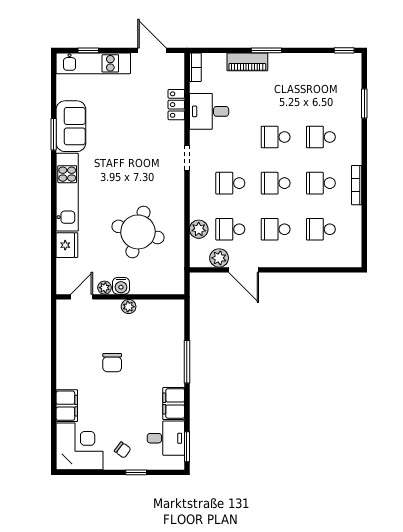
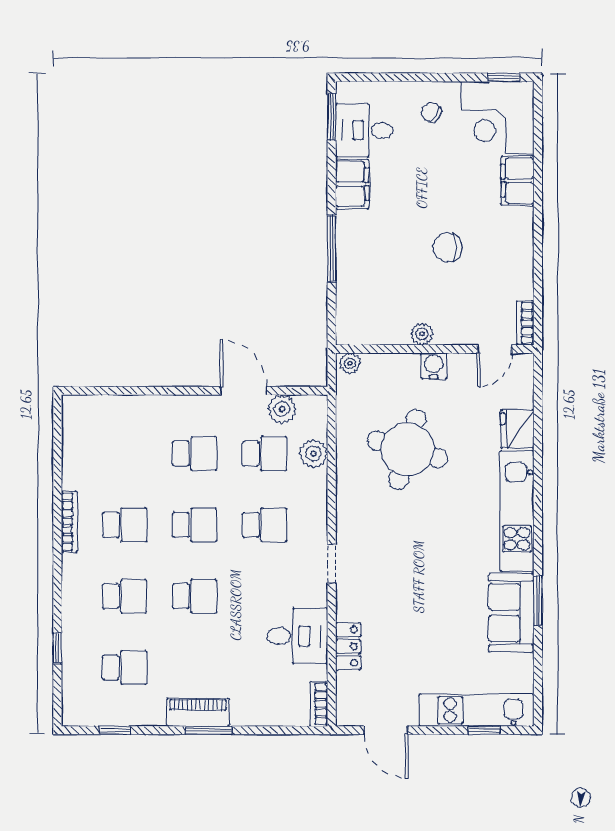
window: (344, 50) -> (115, 730), moved
piano: (247, 62) -> (198, 712), moved
window: (364, 104) -> (57, 648), width x0.67
school desk: (321, 229) -> (124, 668), moved
plant: (105, 288) -> (350, 363), moved
bookcase: (62, 314) -> (525, 323), added
chair: (112, 363) -> (447, 247), turned -90
window: (136, 472) -> (504, 77), moved

